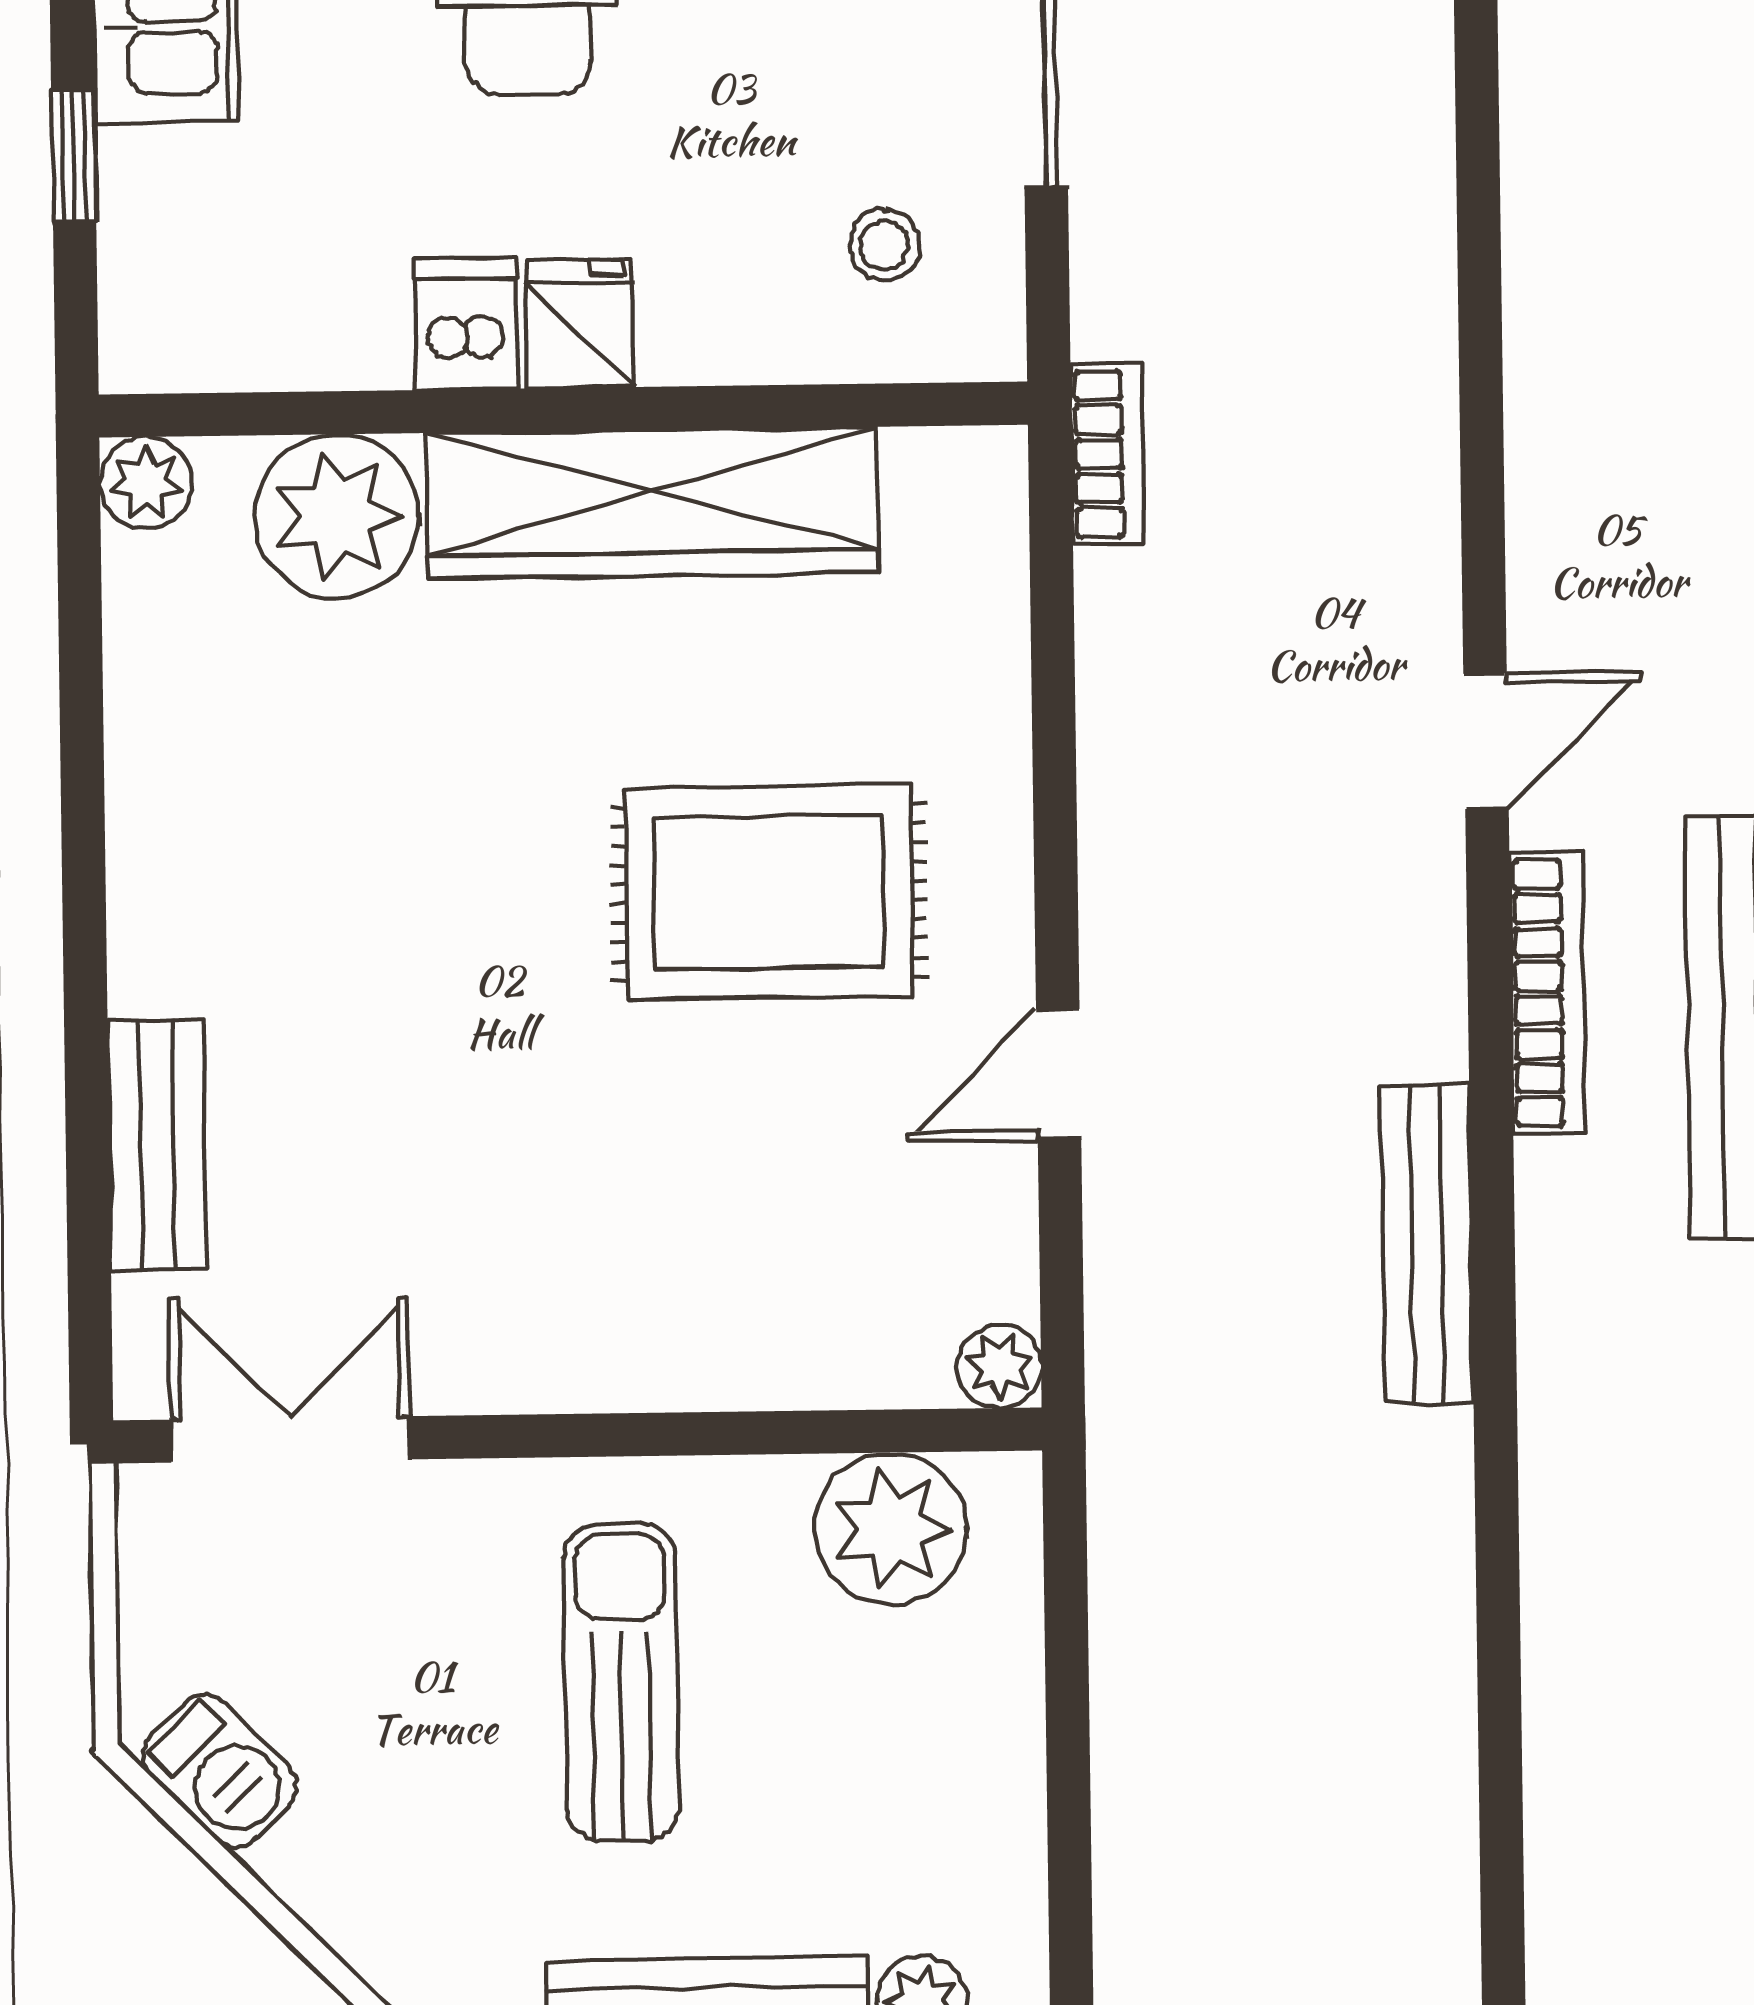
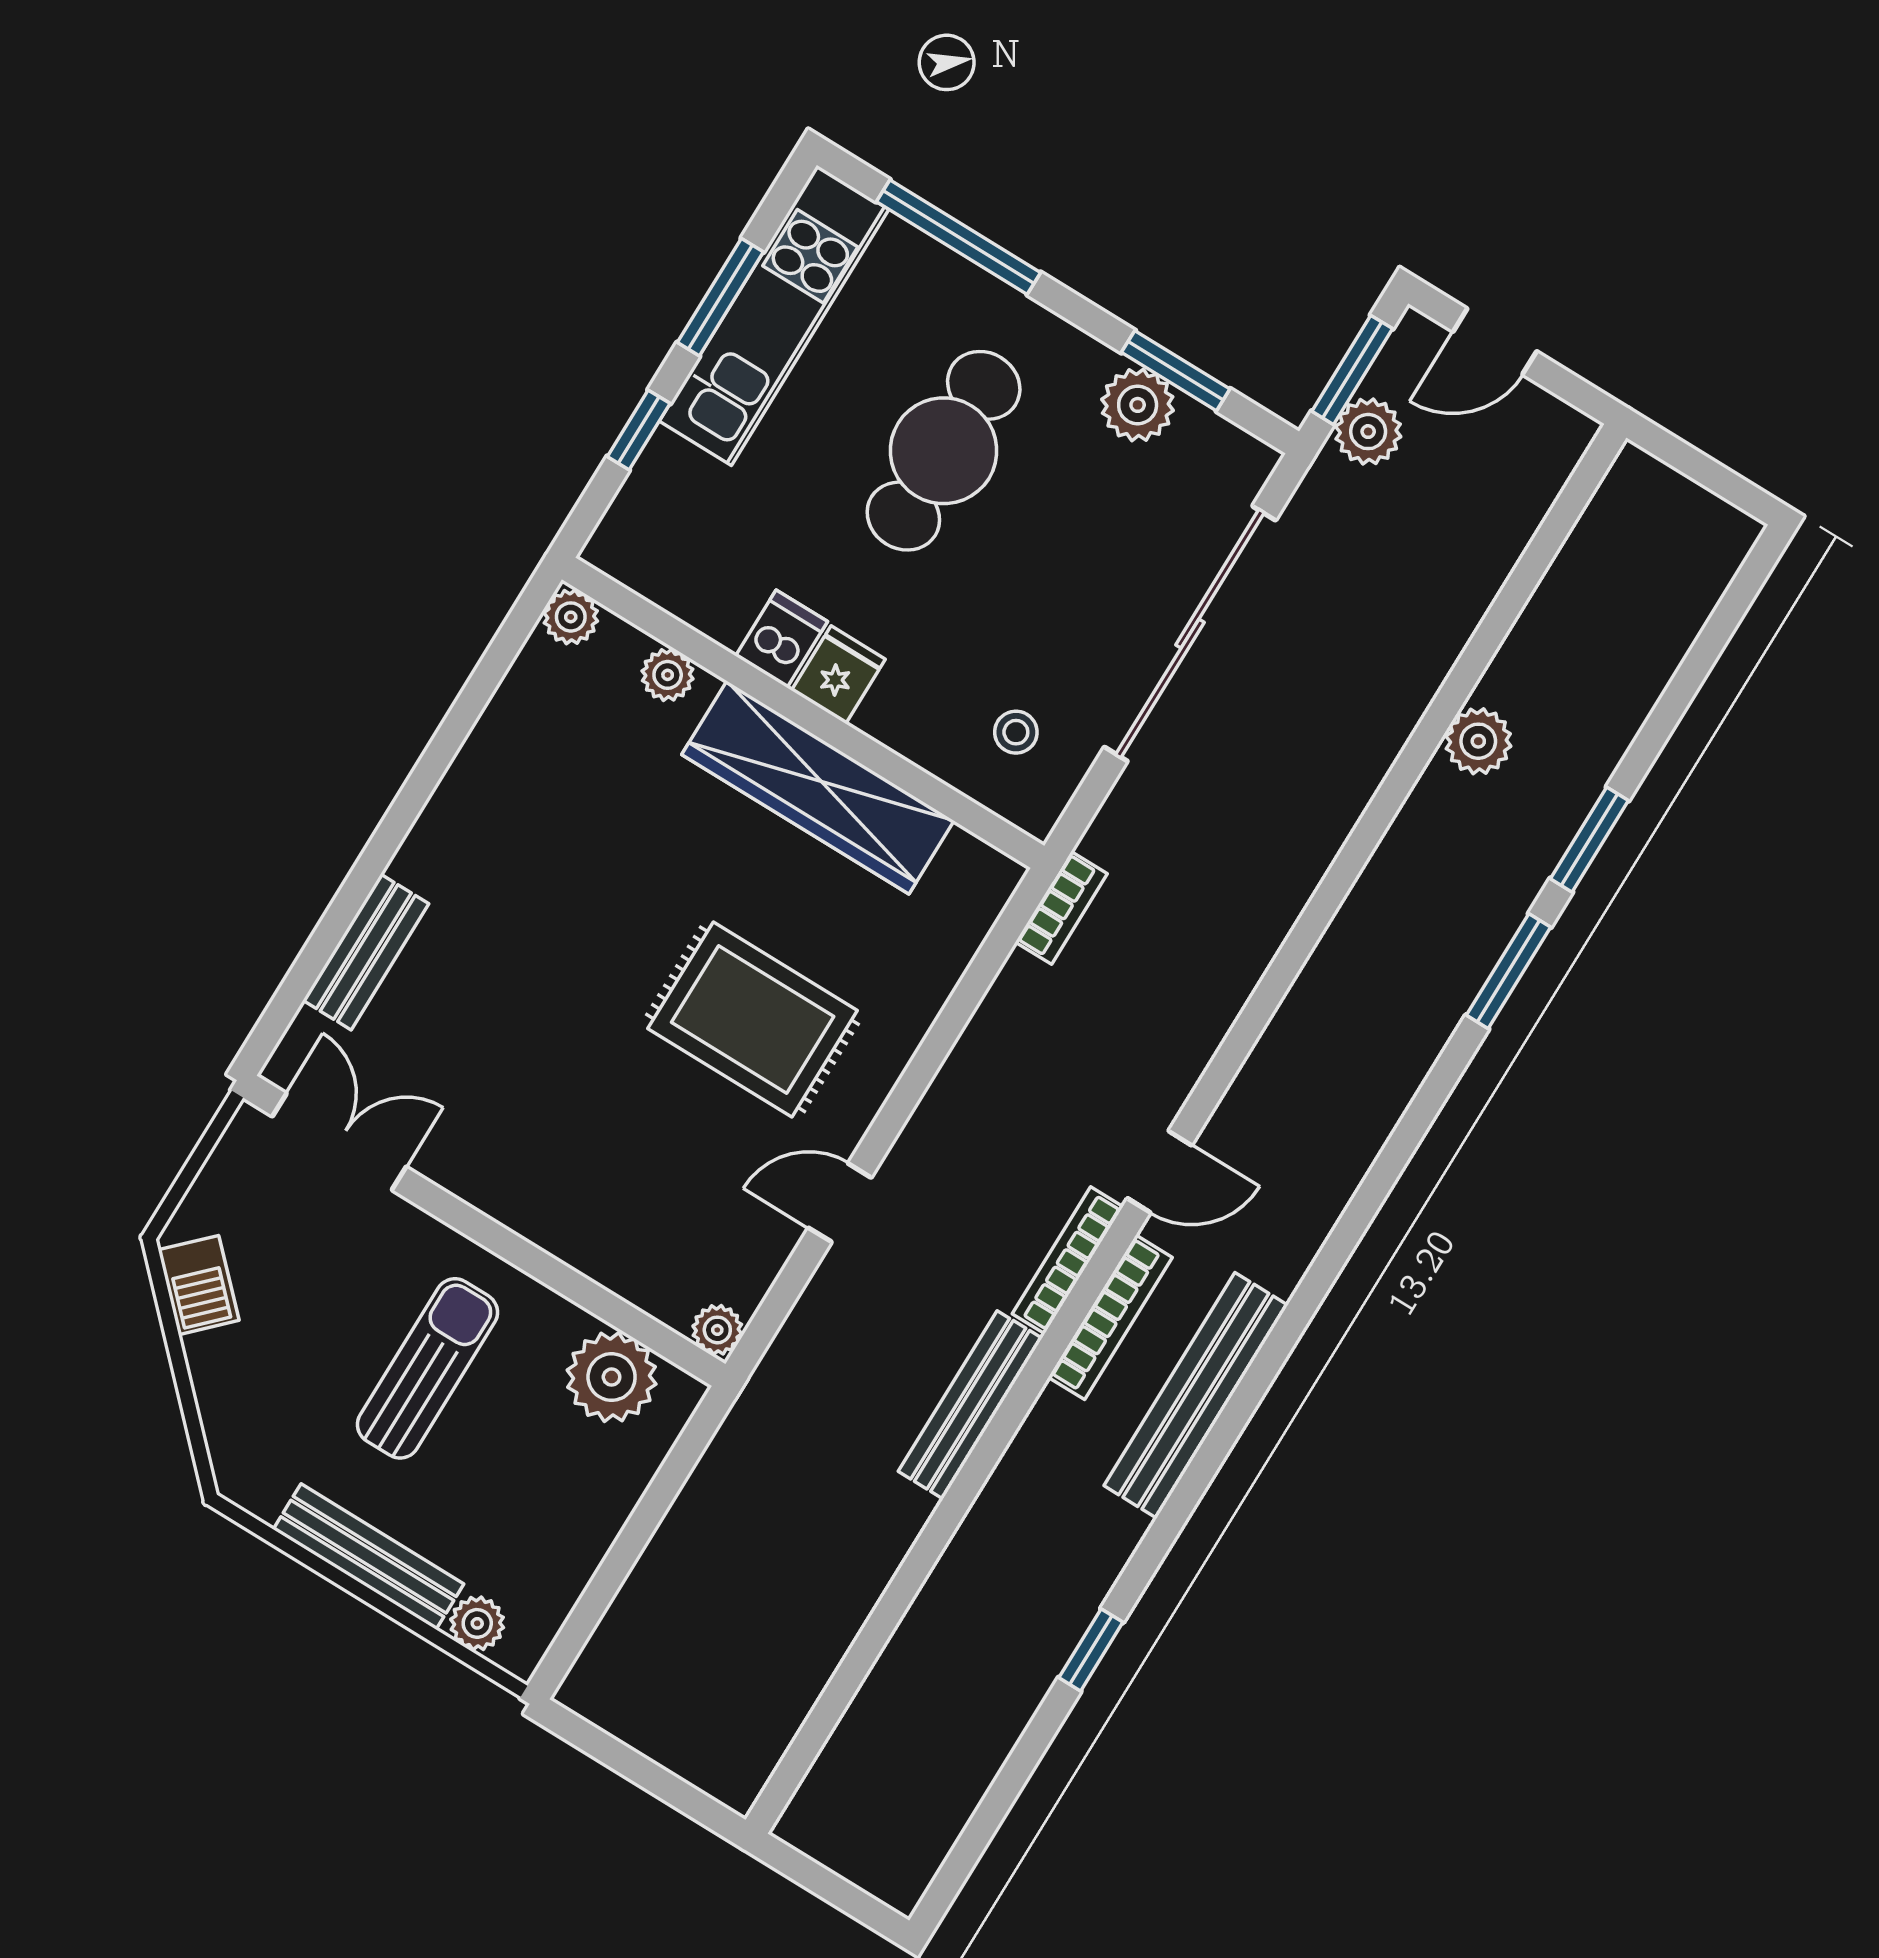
plant: (337, 516) -> (668, 675), width x0.53, depth x0.53
bookcase: (1435, 950) -> (1068, 1260), added

